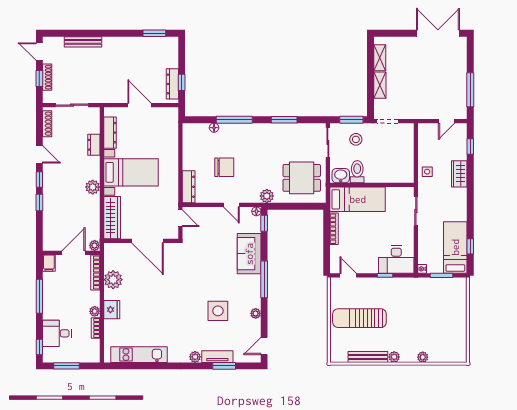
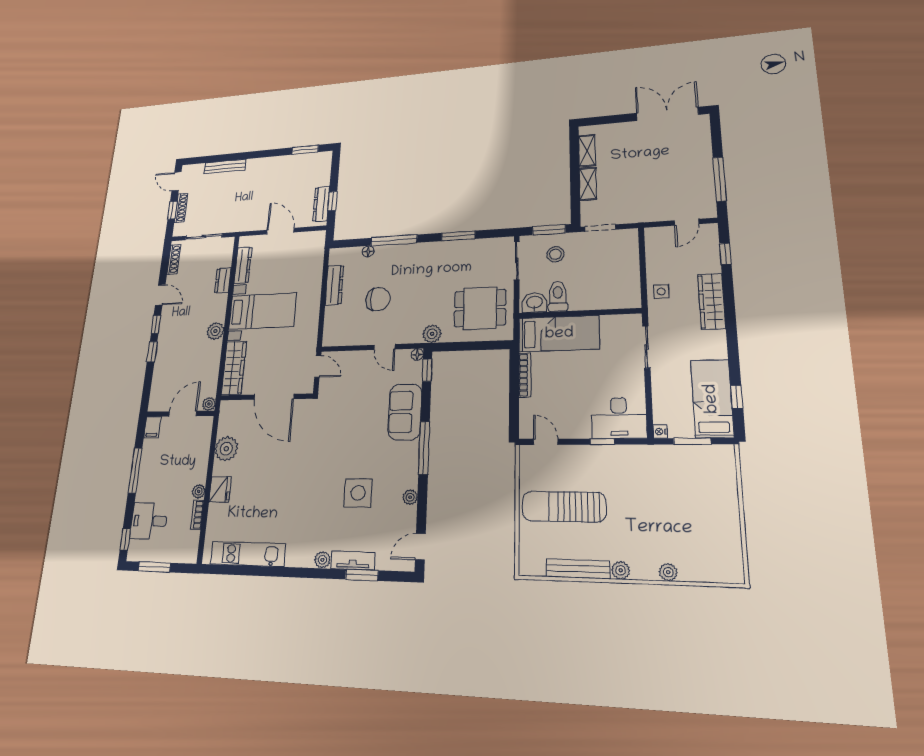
wardrobe: (459, 174) -> (712, 301), width x1.50
dresser: (189, 187) -> (334, 285), moved
bookcase: (95, 272) -> (206, 439), removed

